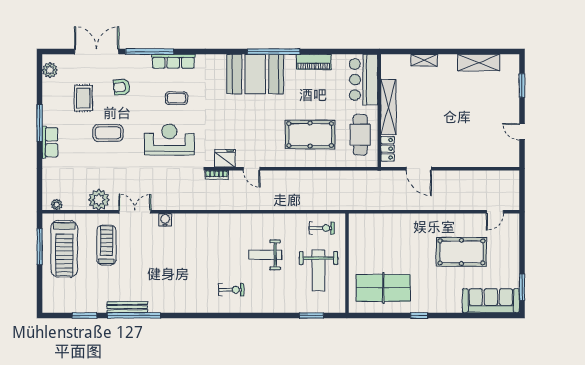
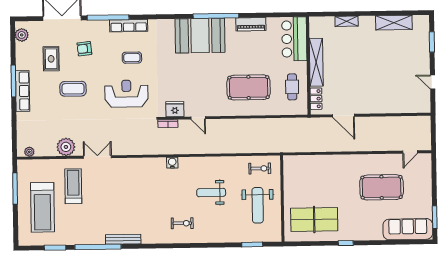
cafe table: (360, 135) -> (292, 87), width x0.73, depth x0.74
row of seats: (50, 142) -> (23, 91), width x1.48
water cooler: (165, 220) -> (172, 163), moved
treadmill: (64, 249) -> (42, 207), moved
bench: (127, 307) -> (123, 239), moved

